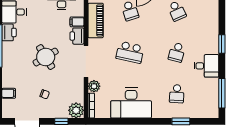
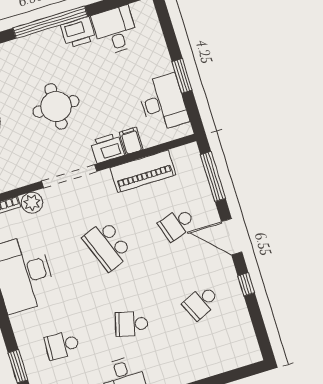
school desk: (130, 52) -> (107, 245), turned -33
round table: (46, 57) -> (56, 106), turned 31

